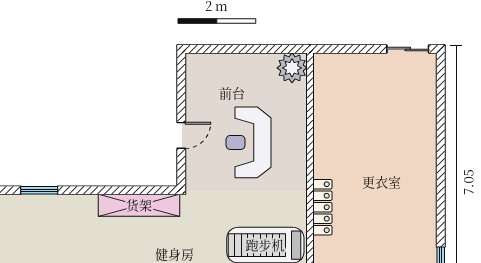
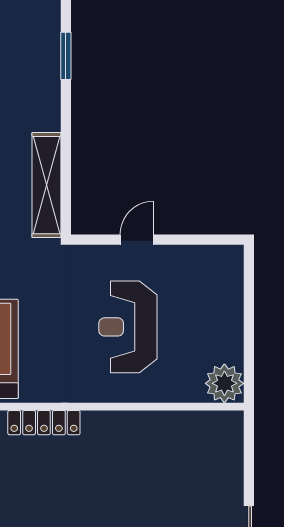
door: (181, 135) -> (137, 240), swing flipped
reception desk: (248, 142) -> (128, 327), turned -90

